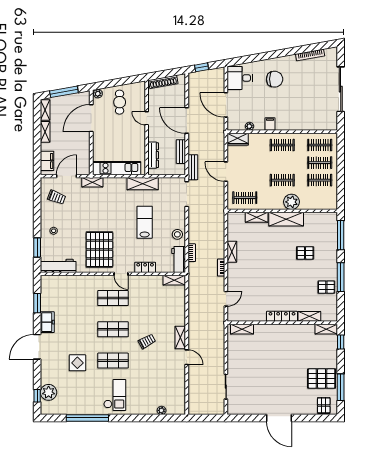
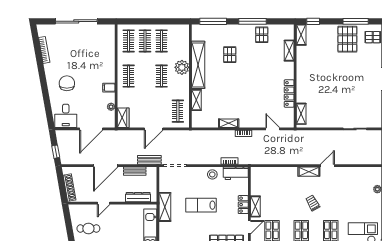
shelving: (286, 219) -> (198, 65), width x1.47
shelving: (174, 280) -> (255, 206), moved
locker: (282, 316) -> (289, 93), moved

